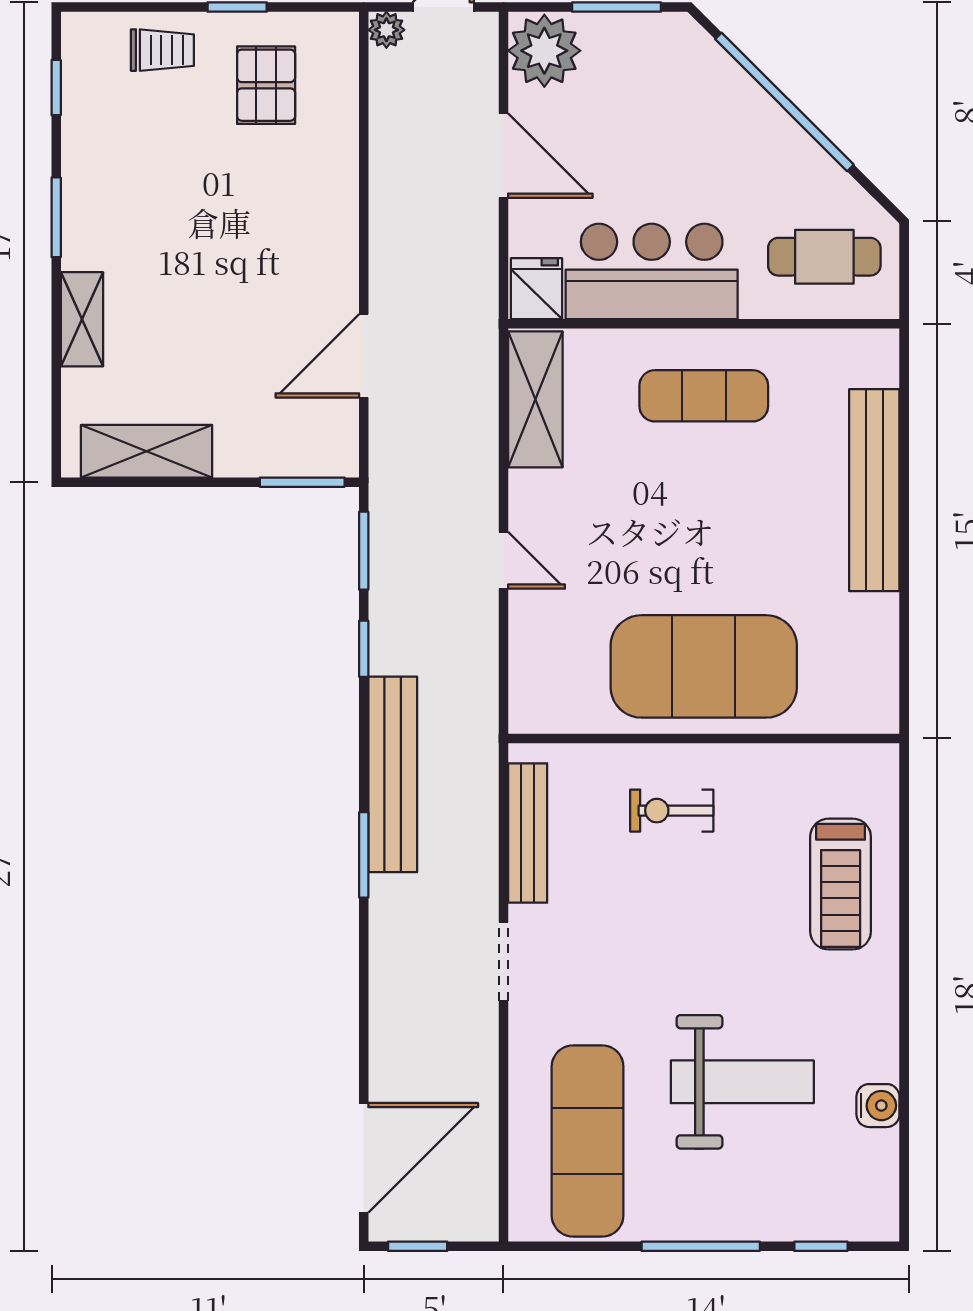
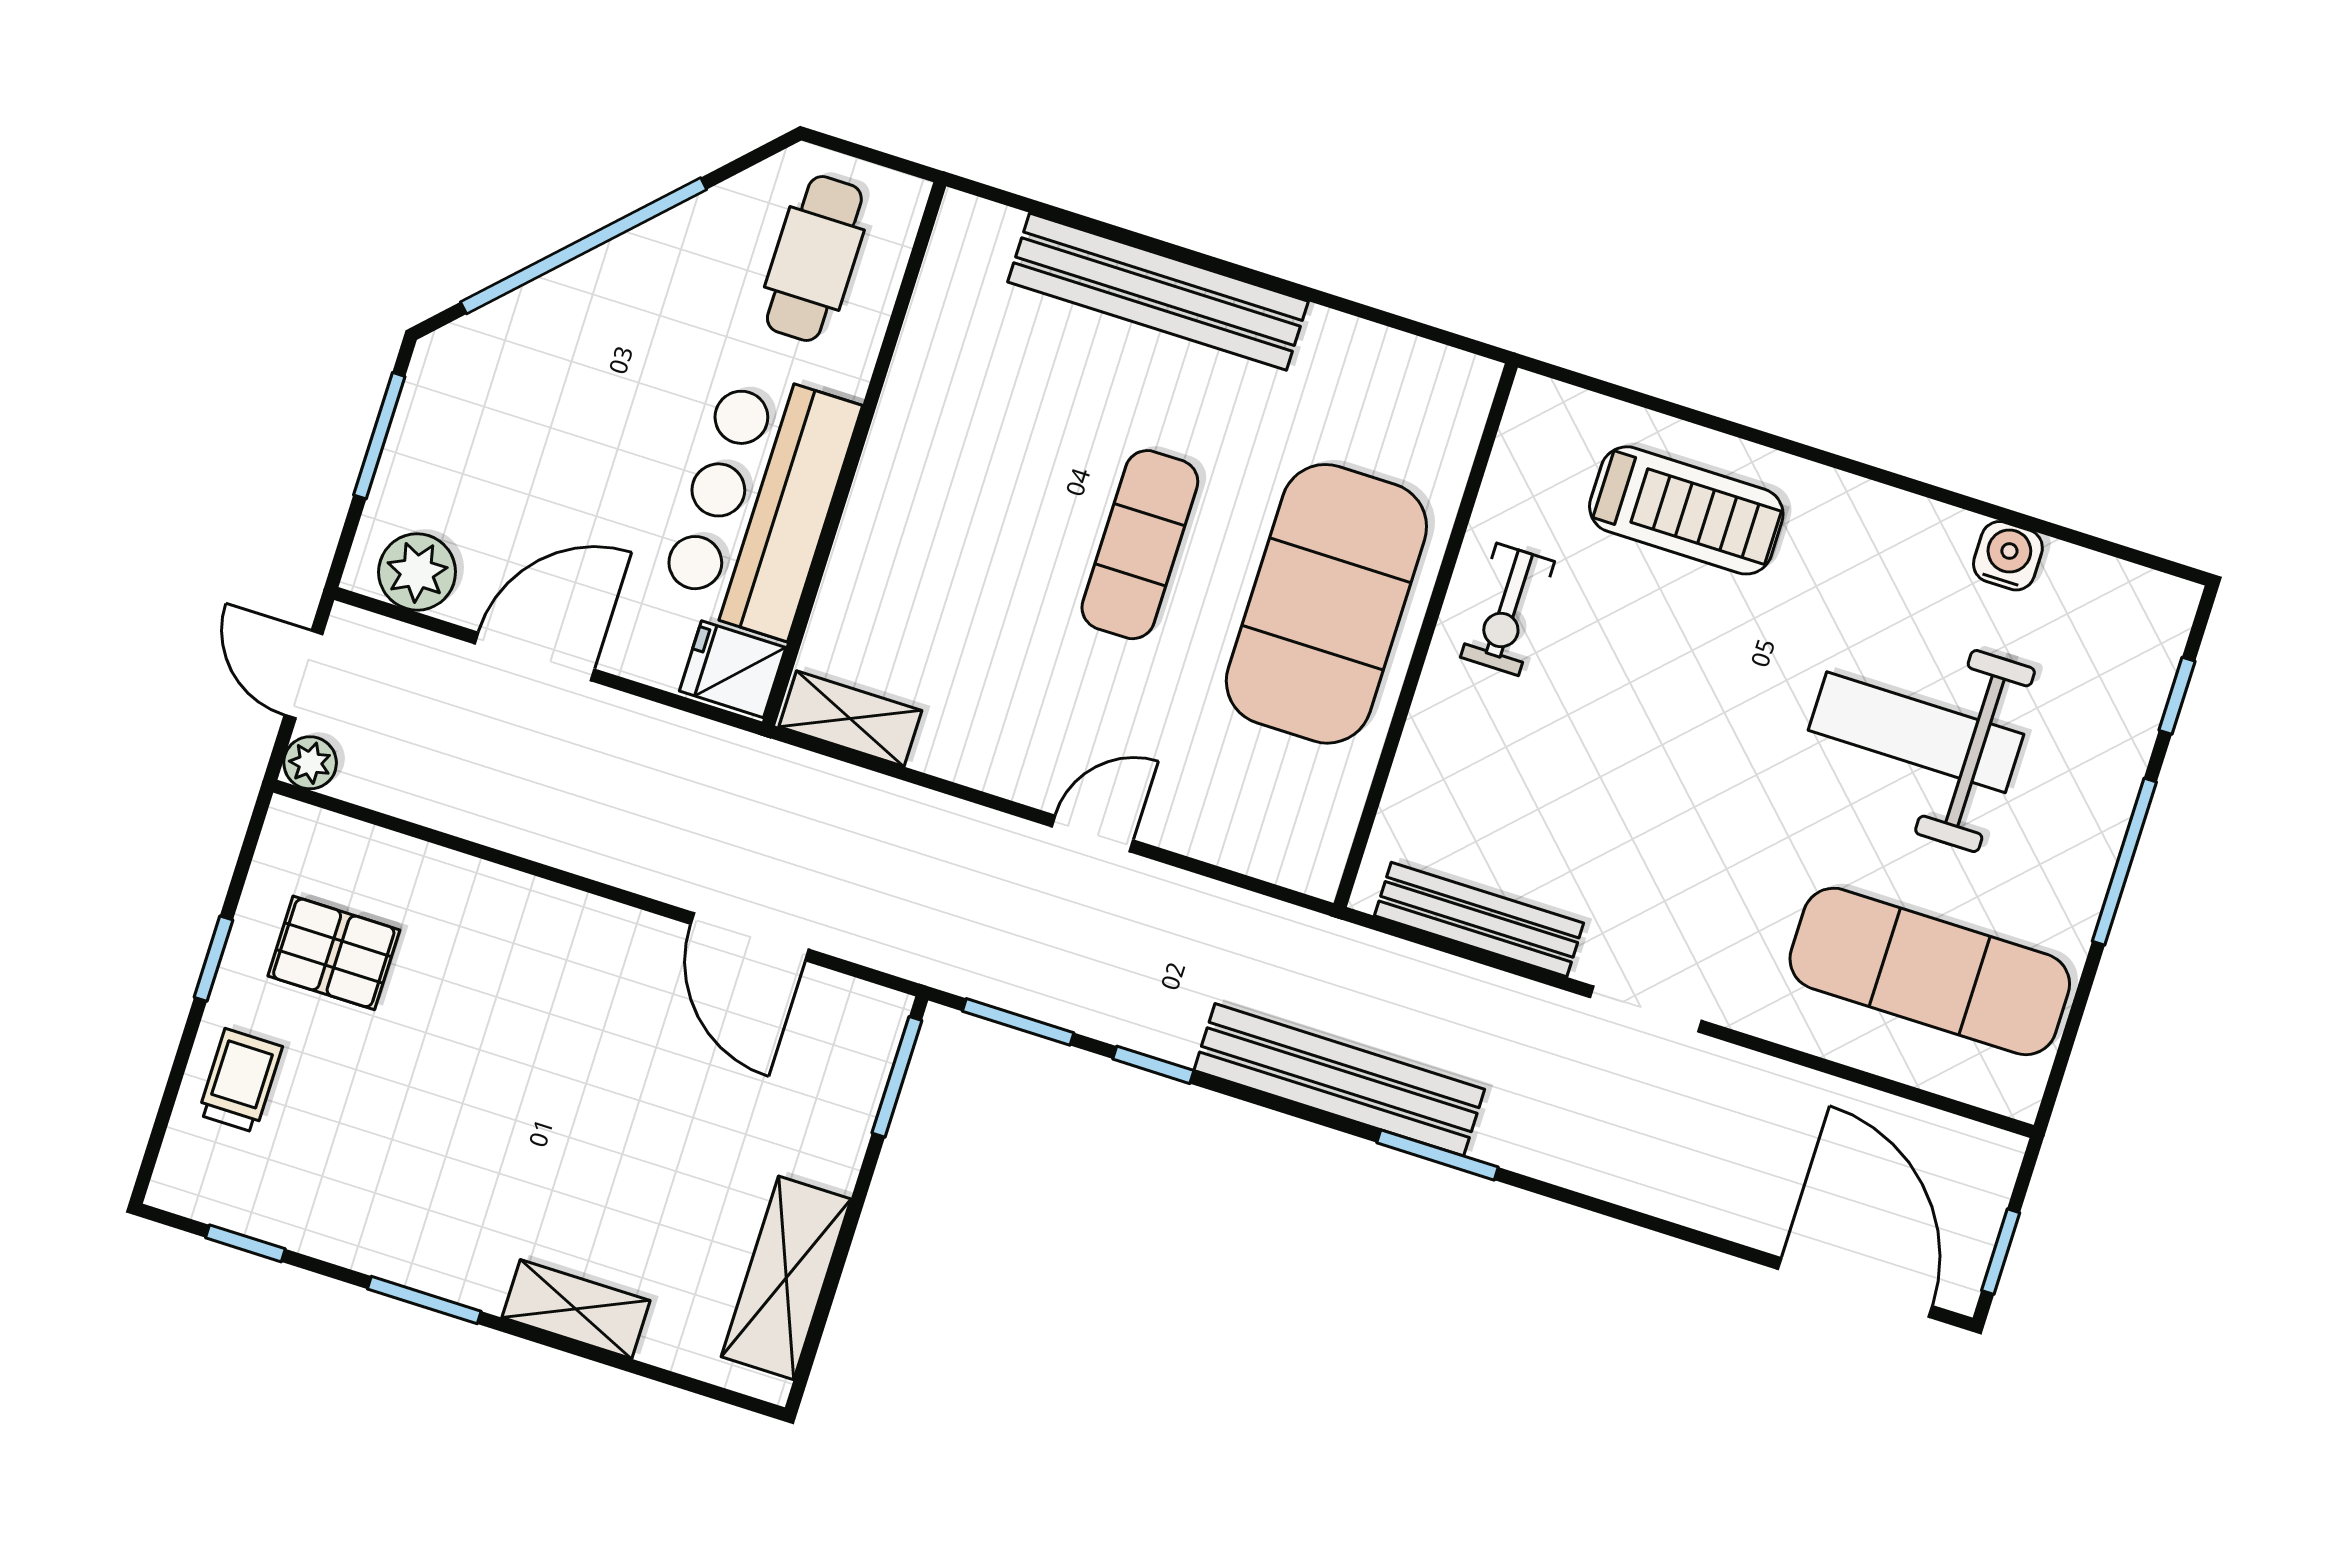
plant: (544, 51) -> (417, 572), width x0.73, depth x0.73
exercise mat: (704, 396) -> (1140, 545), moved
shelving: (535, 399) -> (850, 719), width x0.67, depth x0.75
exercise bike: (672, 811) -> (1507, 609), moved
weight bench: (742, 1082) -> (1916, 732), turned -90

